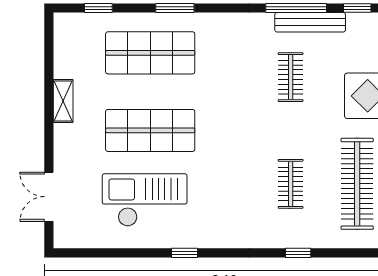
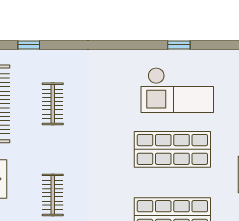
window: (185, 253) -> (179, 45), moved
window: (298, 253) -> (29, 45), moved

